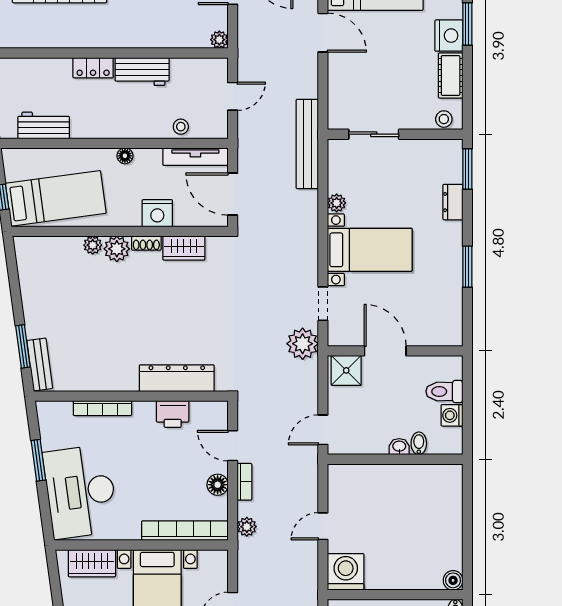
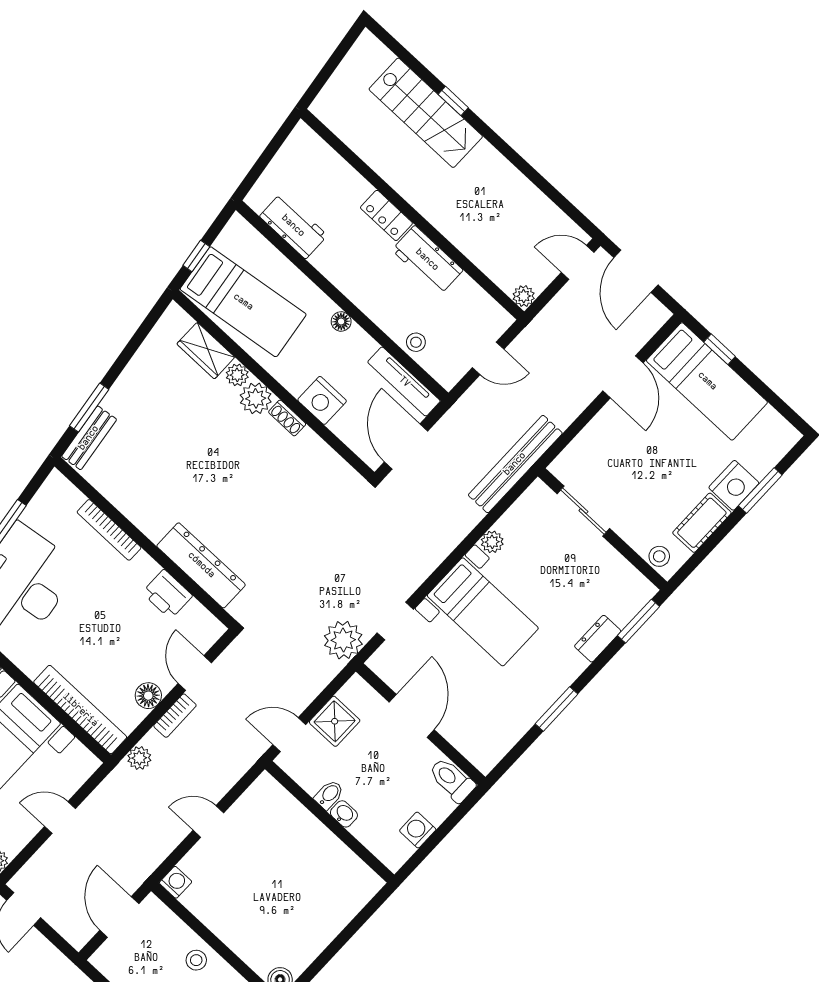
wardrobe: (184, 248) -> (206, 351), moved
shower: (346, 370) -> (335, 721), moved
toilet: (444, 391) -> (452, 780), moved
bidet: (419, 443) -> (329, 795), moved
washing machine: (346, 572) -> (176, 882), width x0.53, depth x0.53

